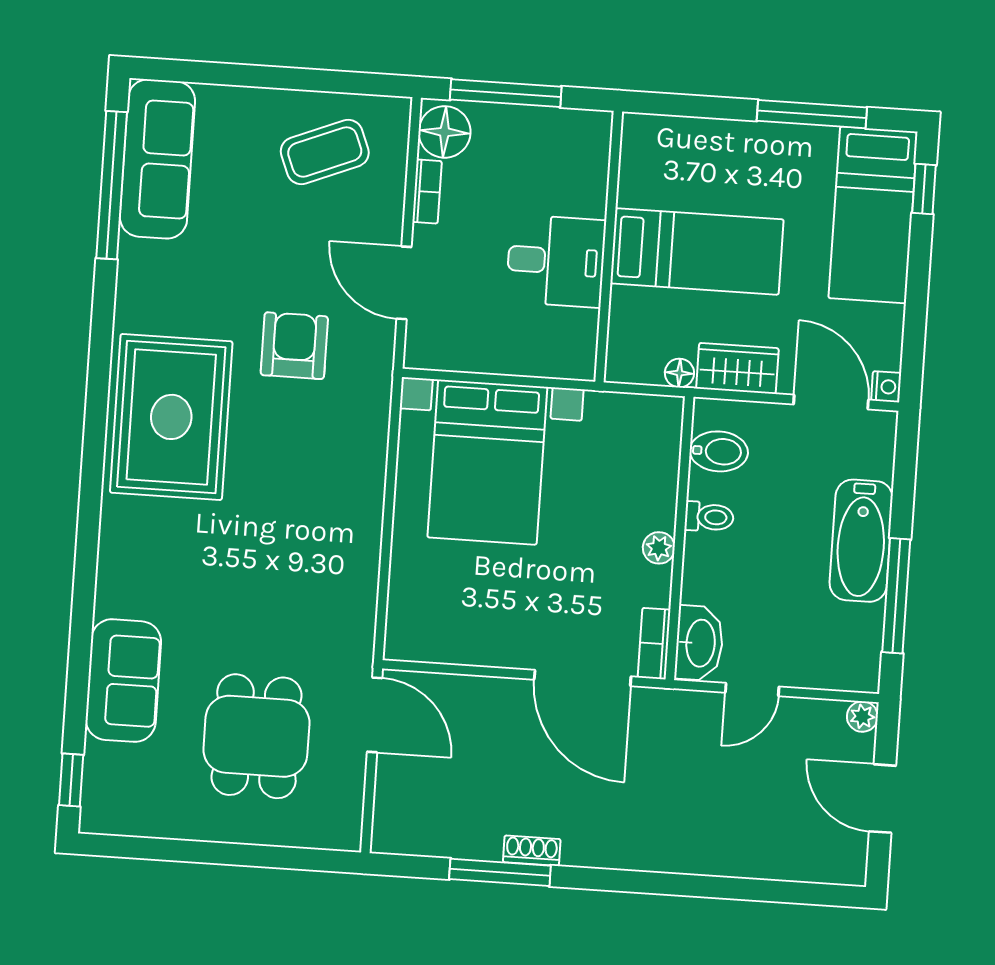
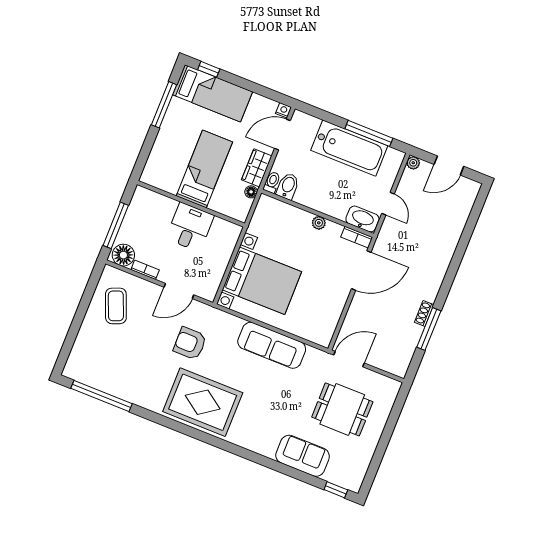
sofa: (157, 159) -> (272, 345), moved, turned 180
toilet: (709, 517) -> (272, 182), moved
bathtub: (861, 541) -> (349, 148), width x1.36, depth x1.36

